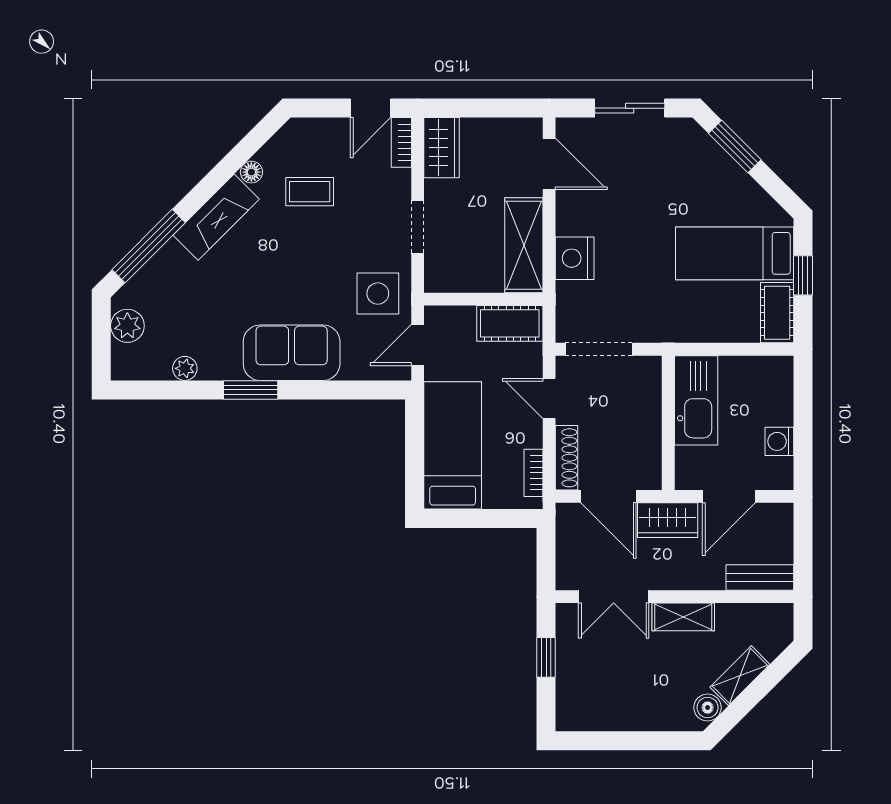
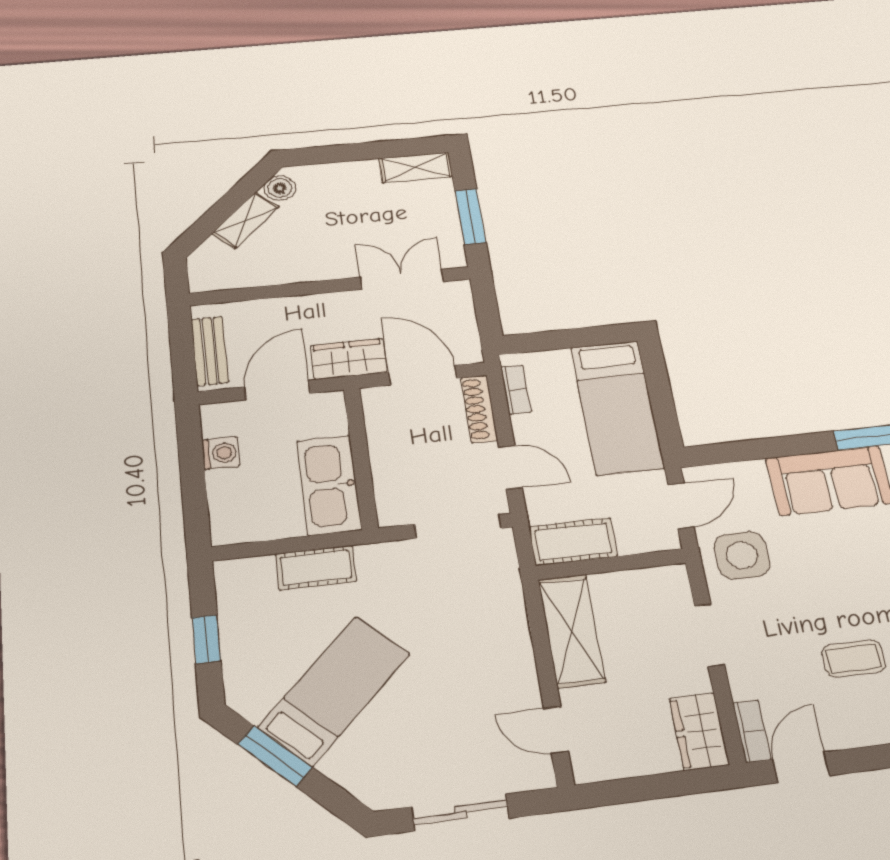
window: (735, 146) -> (275, 756), moved
door: (549, 164) -> (556, 730), width x0.73
bed: (735, 253) -> (334, 690), moved, turned -45
nightstand: (575, 258) -> (505, 624), removed
cot: (777, 313) -> (316, 568), moved, turned 90
bench: (760, 578) -> (210, 351), moved, turned 90
shelving: (683, 617) -> (416, 167), moved
window: (546, 657) -> (470, 216), width x1.50

